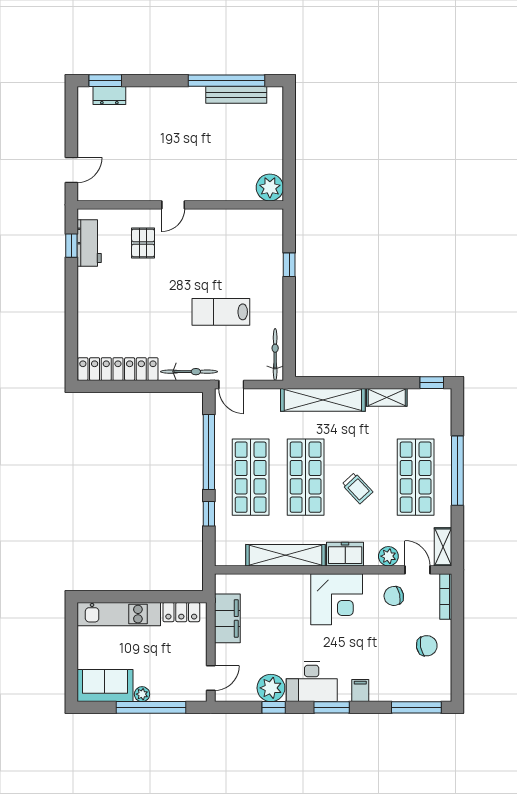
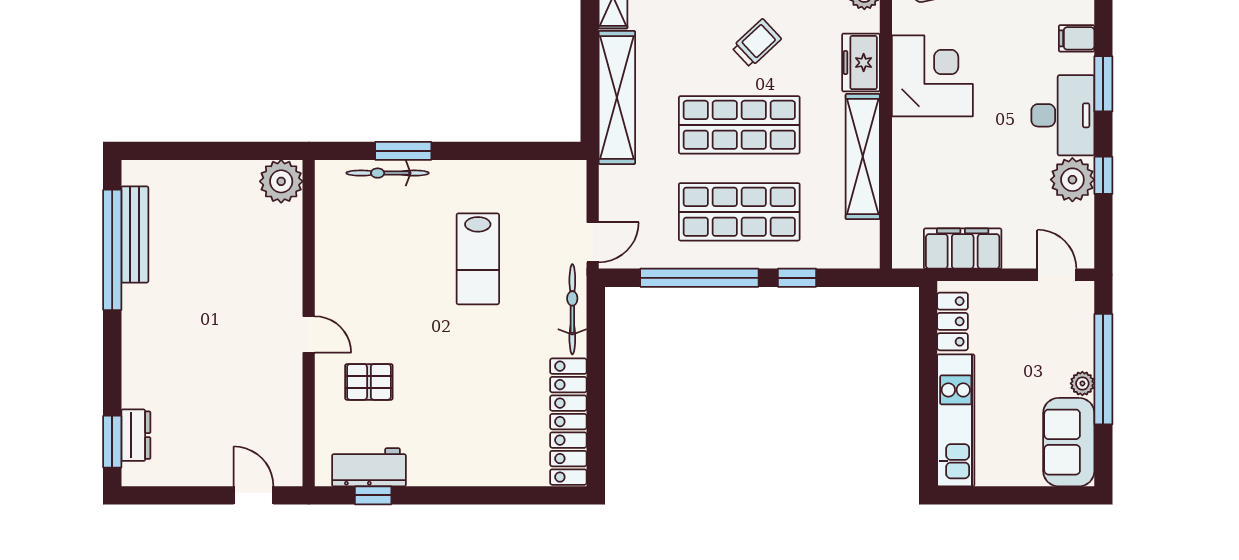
window: (289, 265) -> (403, 151), width x1.50
bicycle: (275, 354) -> (388, 173), moved

